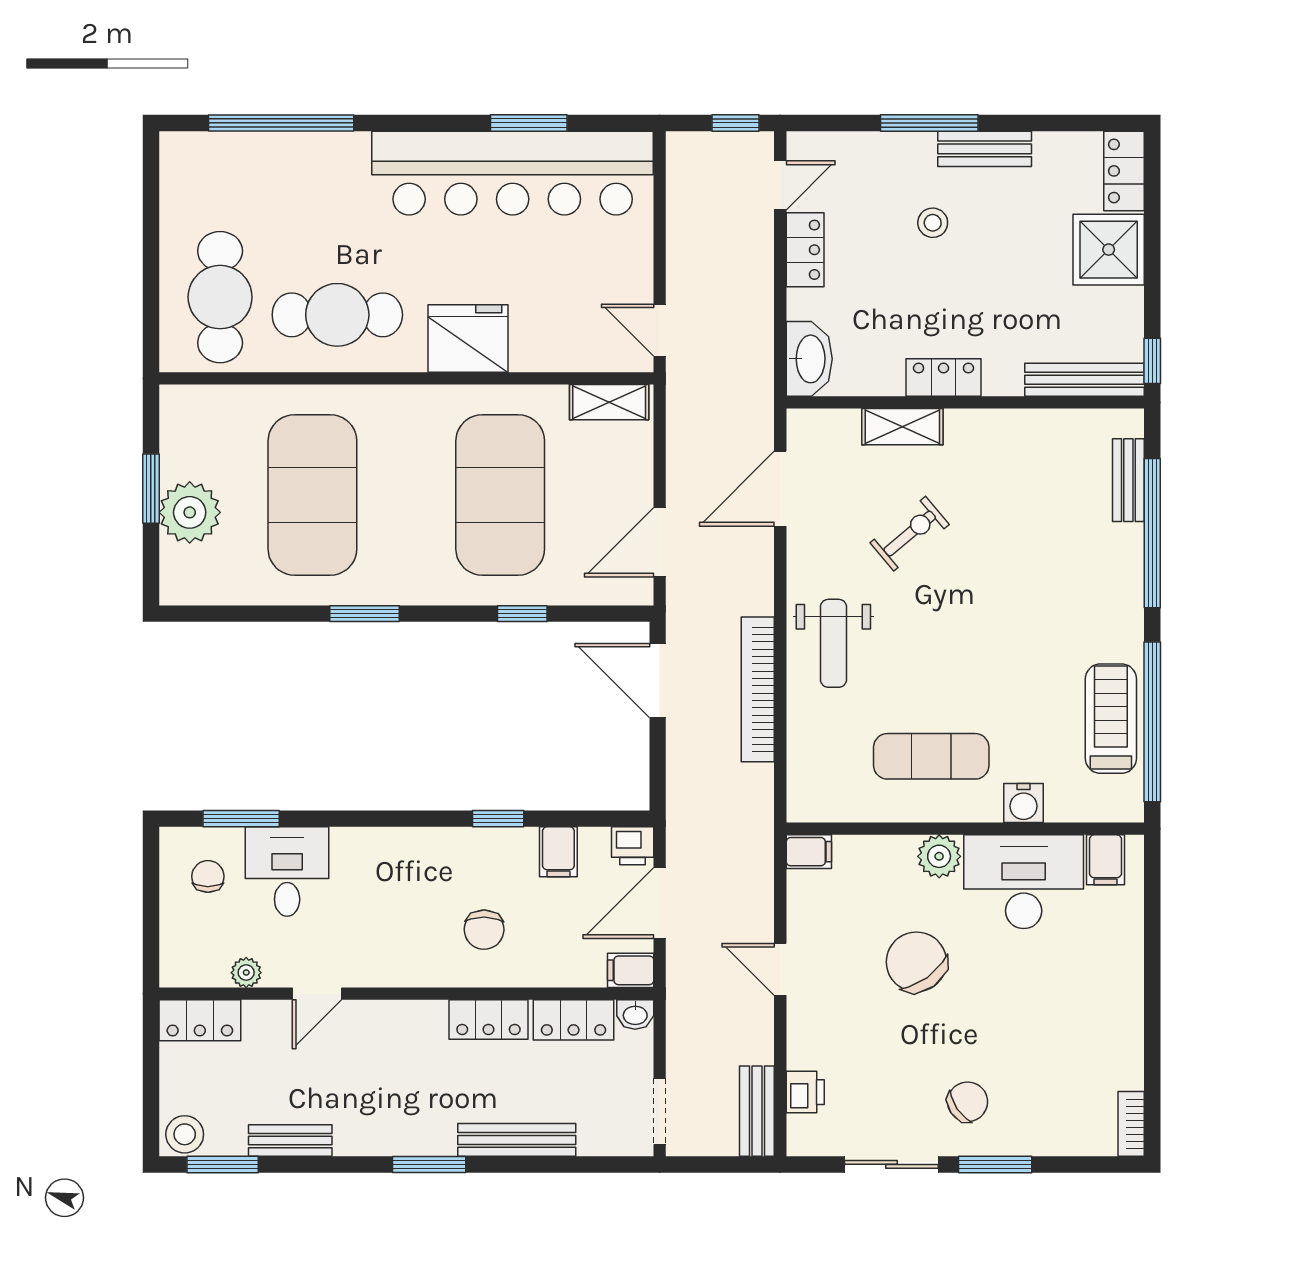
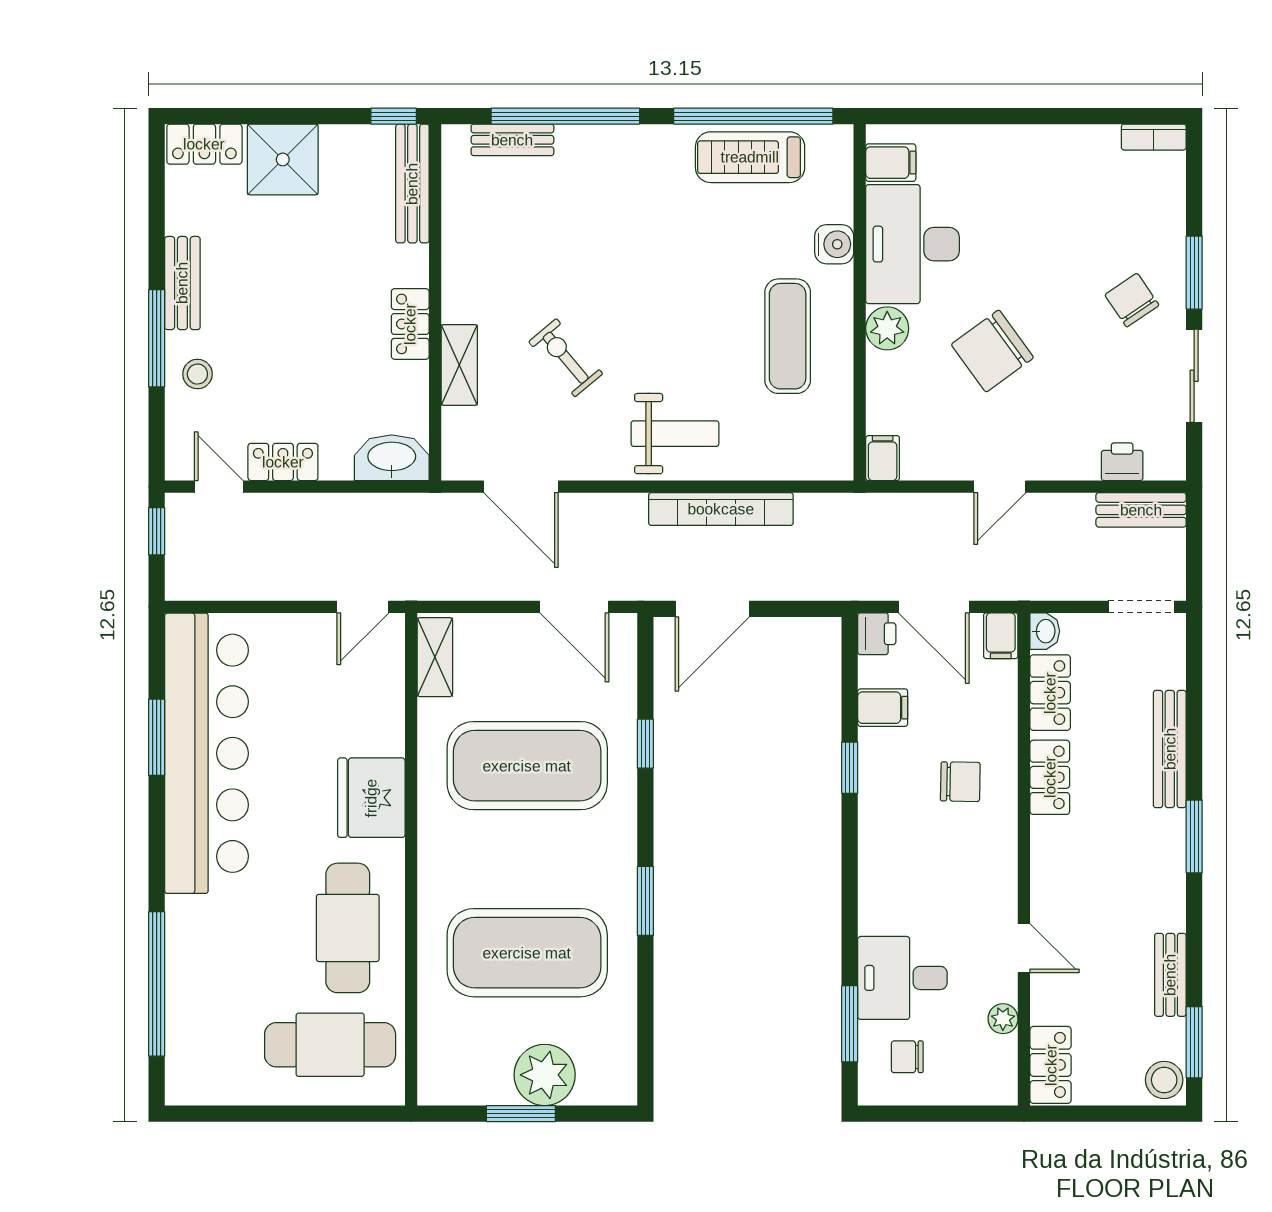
stool: (933, 223) -> (197, 374), moved

